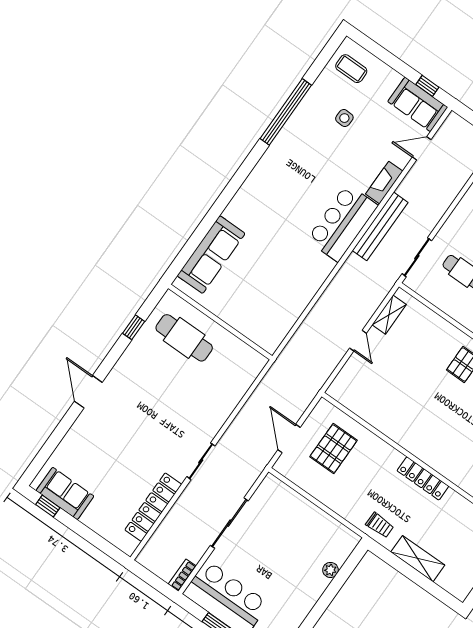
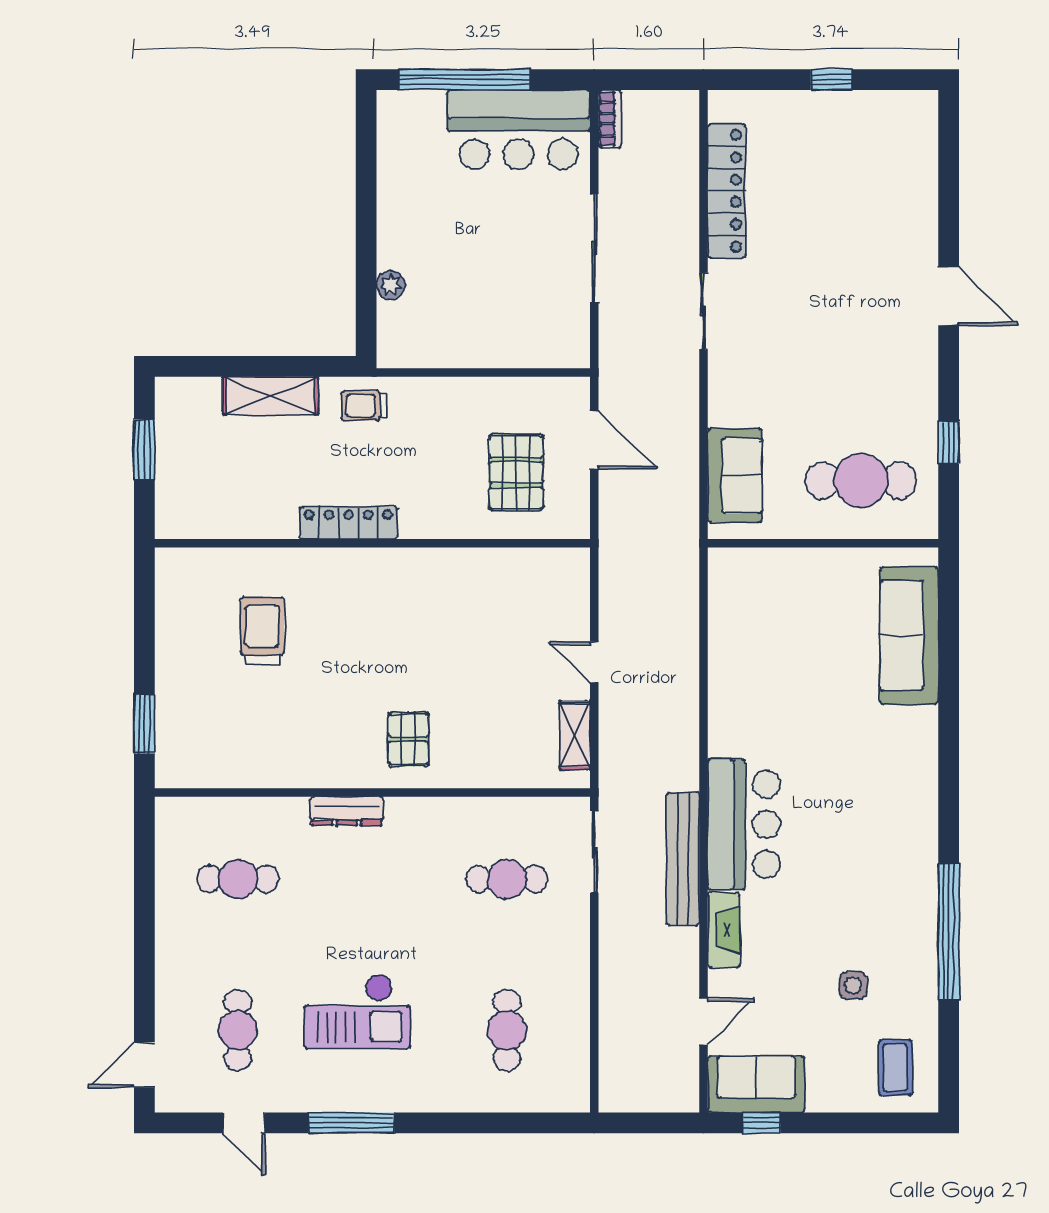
coffee table: (351, 69) -> (895, 1068), turned 90
sofa: (65, 493) -> (735, 475), moved, turned -90
window: (48, 506) -> (831, 80), moved

